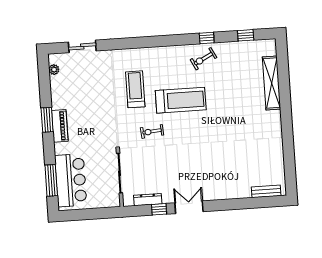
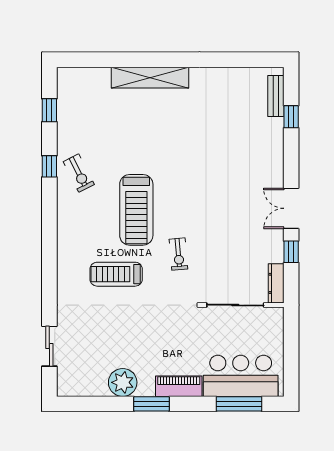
plant: (54, 70) -> (123, 382), moved, width x1.87, depth x1.87
shelving: (272, 83) -> (150, 78), moved
treadmill: (181, 100) -> (136, 210), turned 180
piano: (60, 126) -> (179, 386), moved
dresser: (148, 200) -> (276, 283), moved
window: (252, 203) -> (291, 117), added

